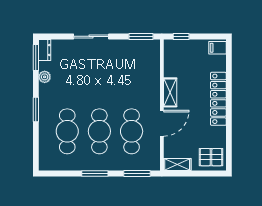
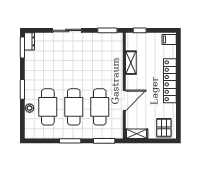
plant: (45, 77) -> (30, 108), moved
shelving: (170, 92) -> (131, 63), moved
pallet: (211, 157) -> (164, 128), turned 90

